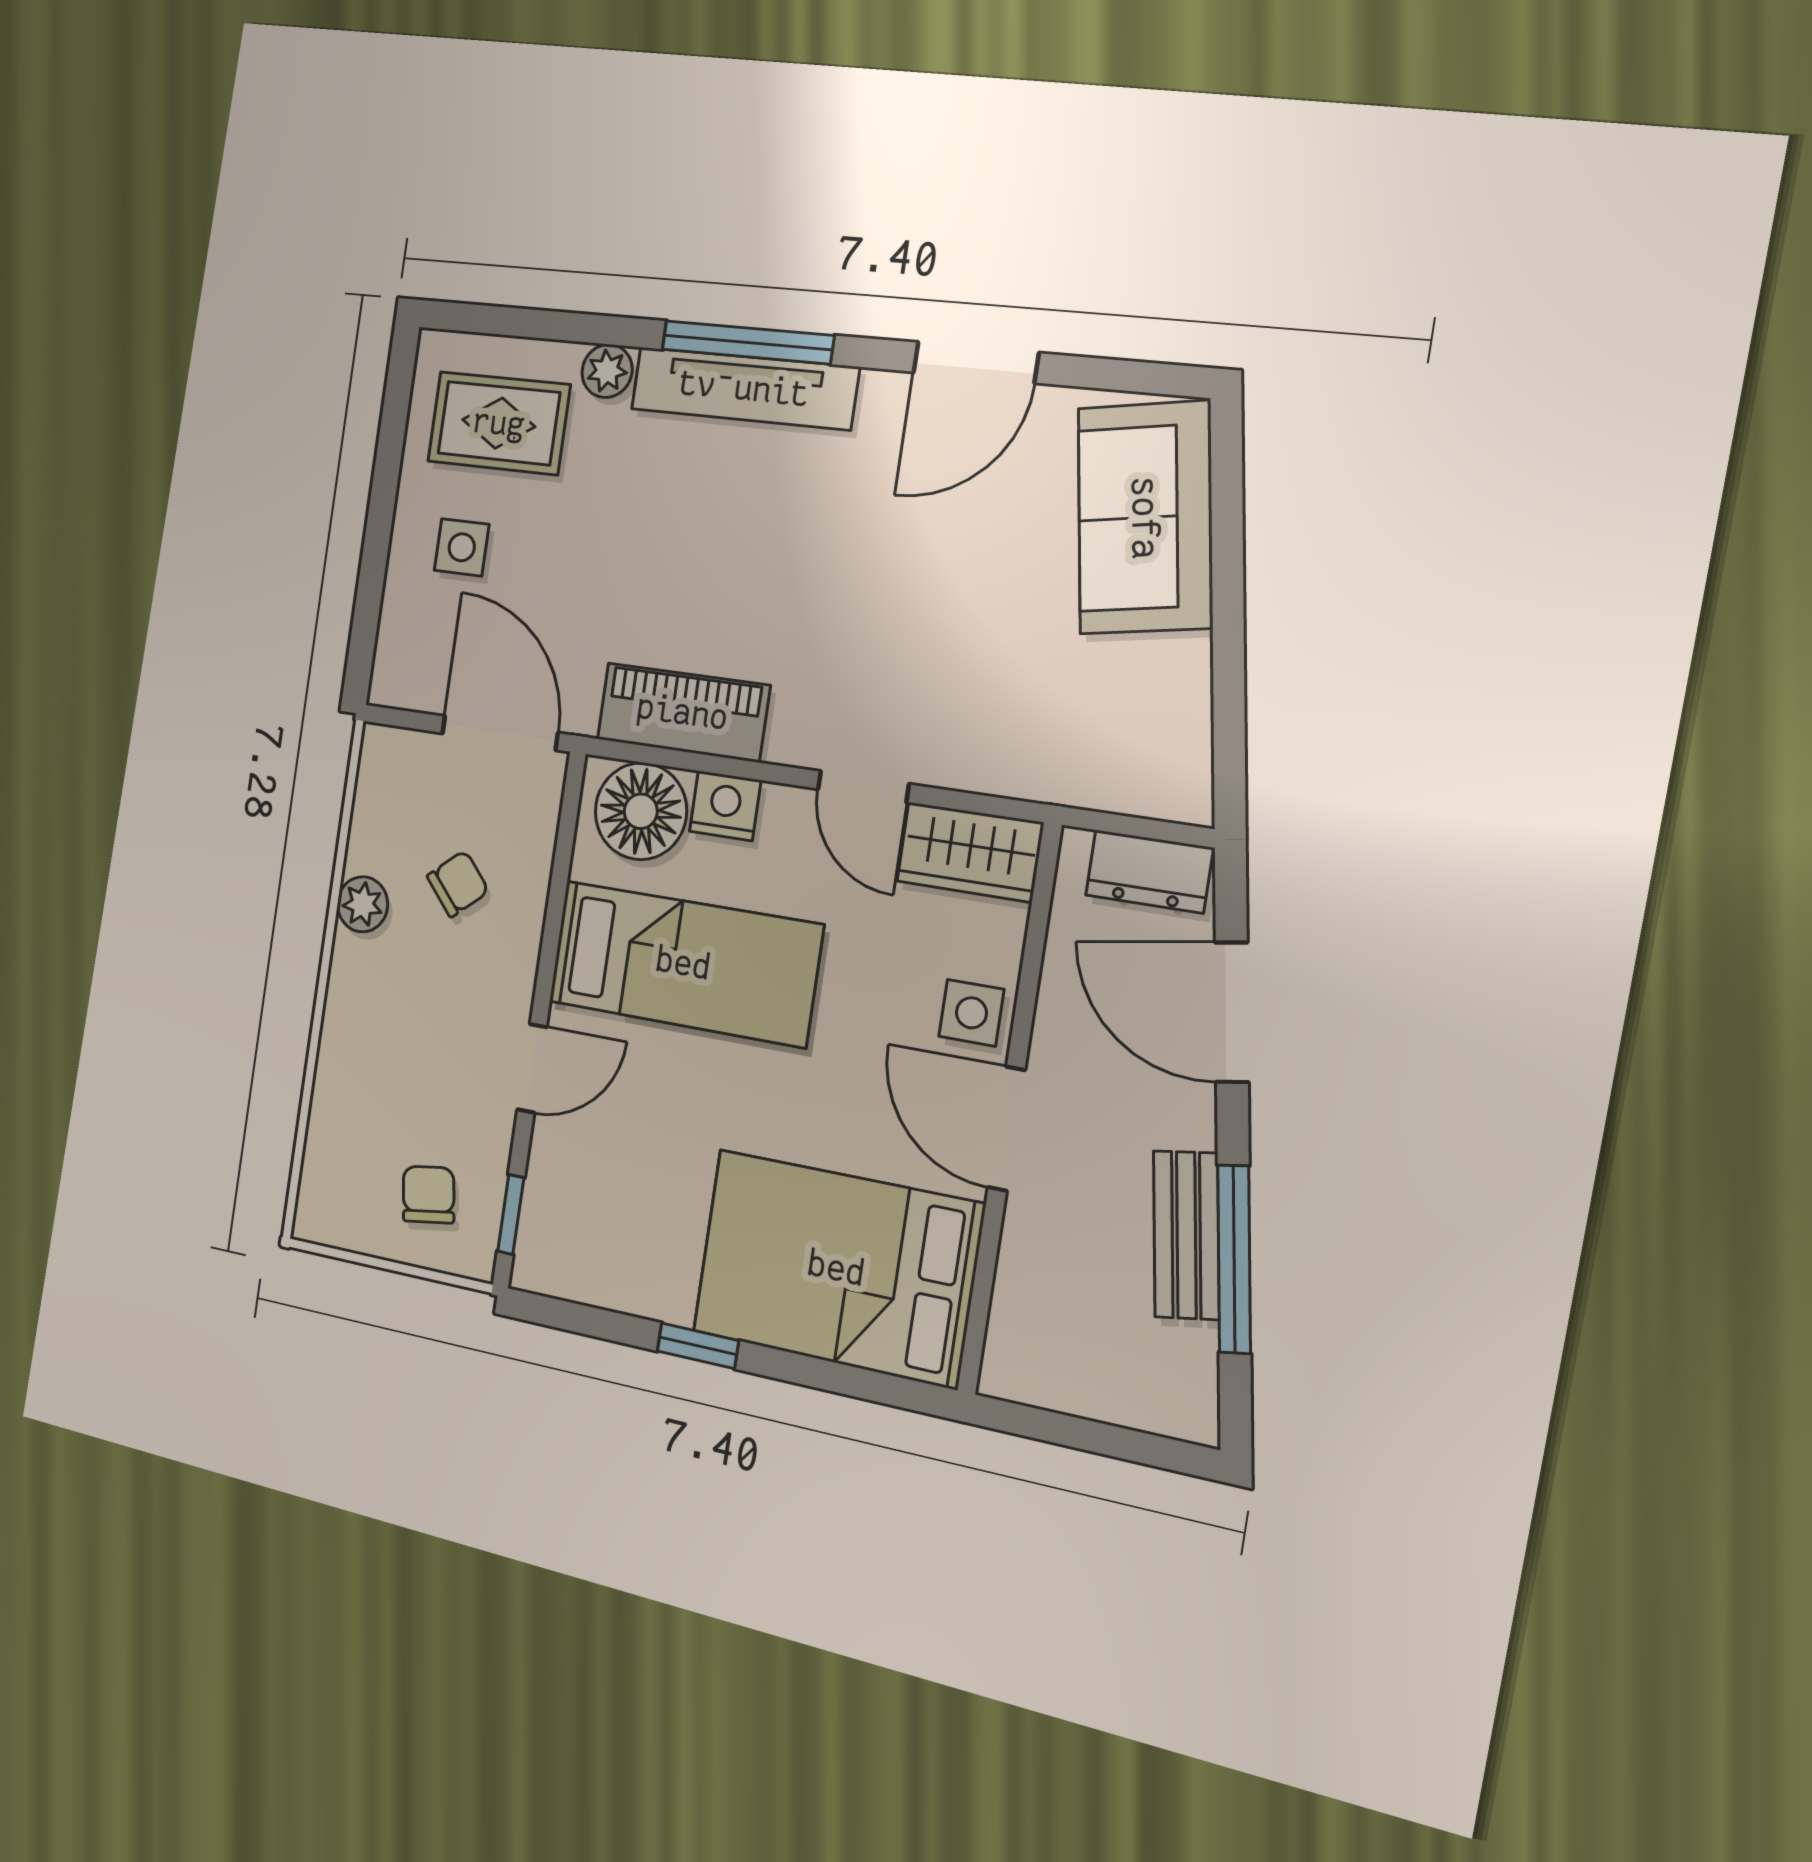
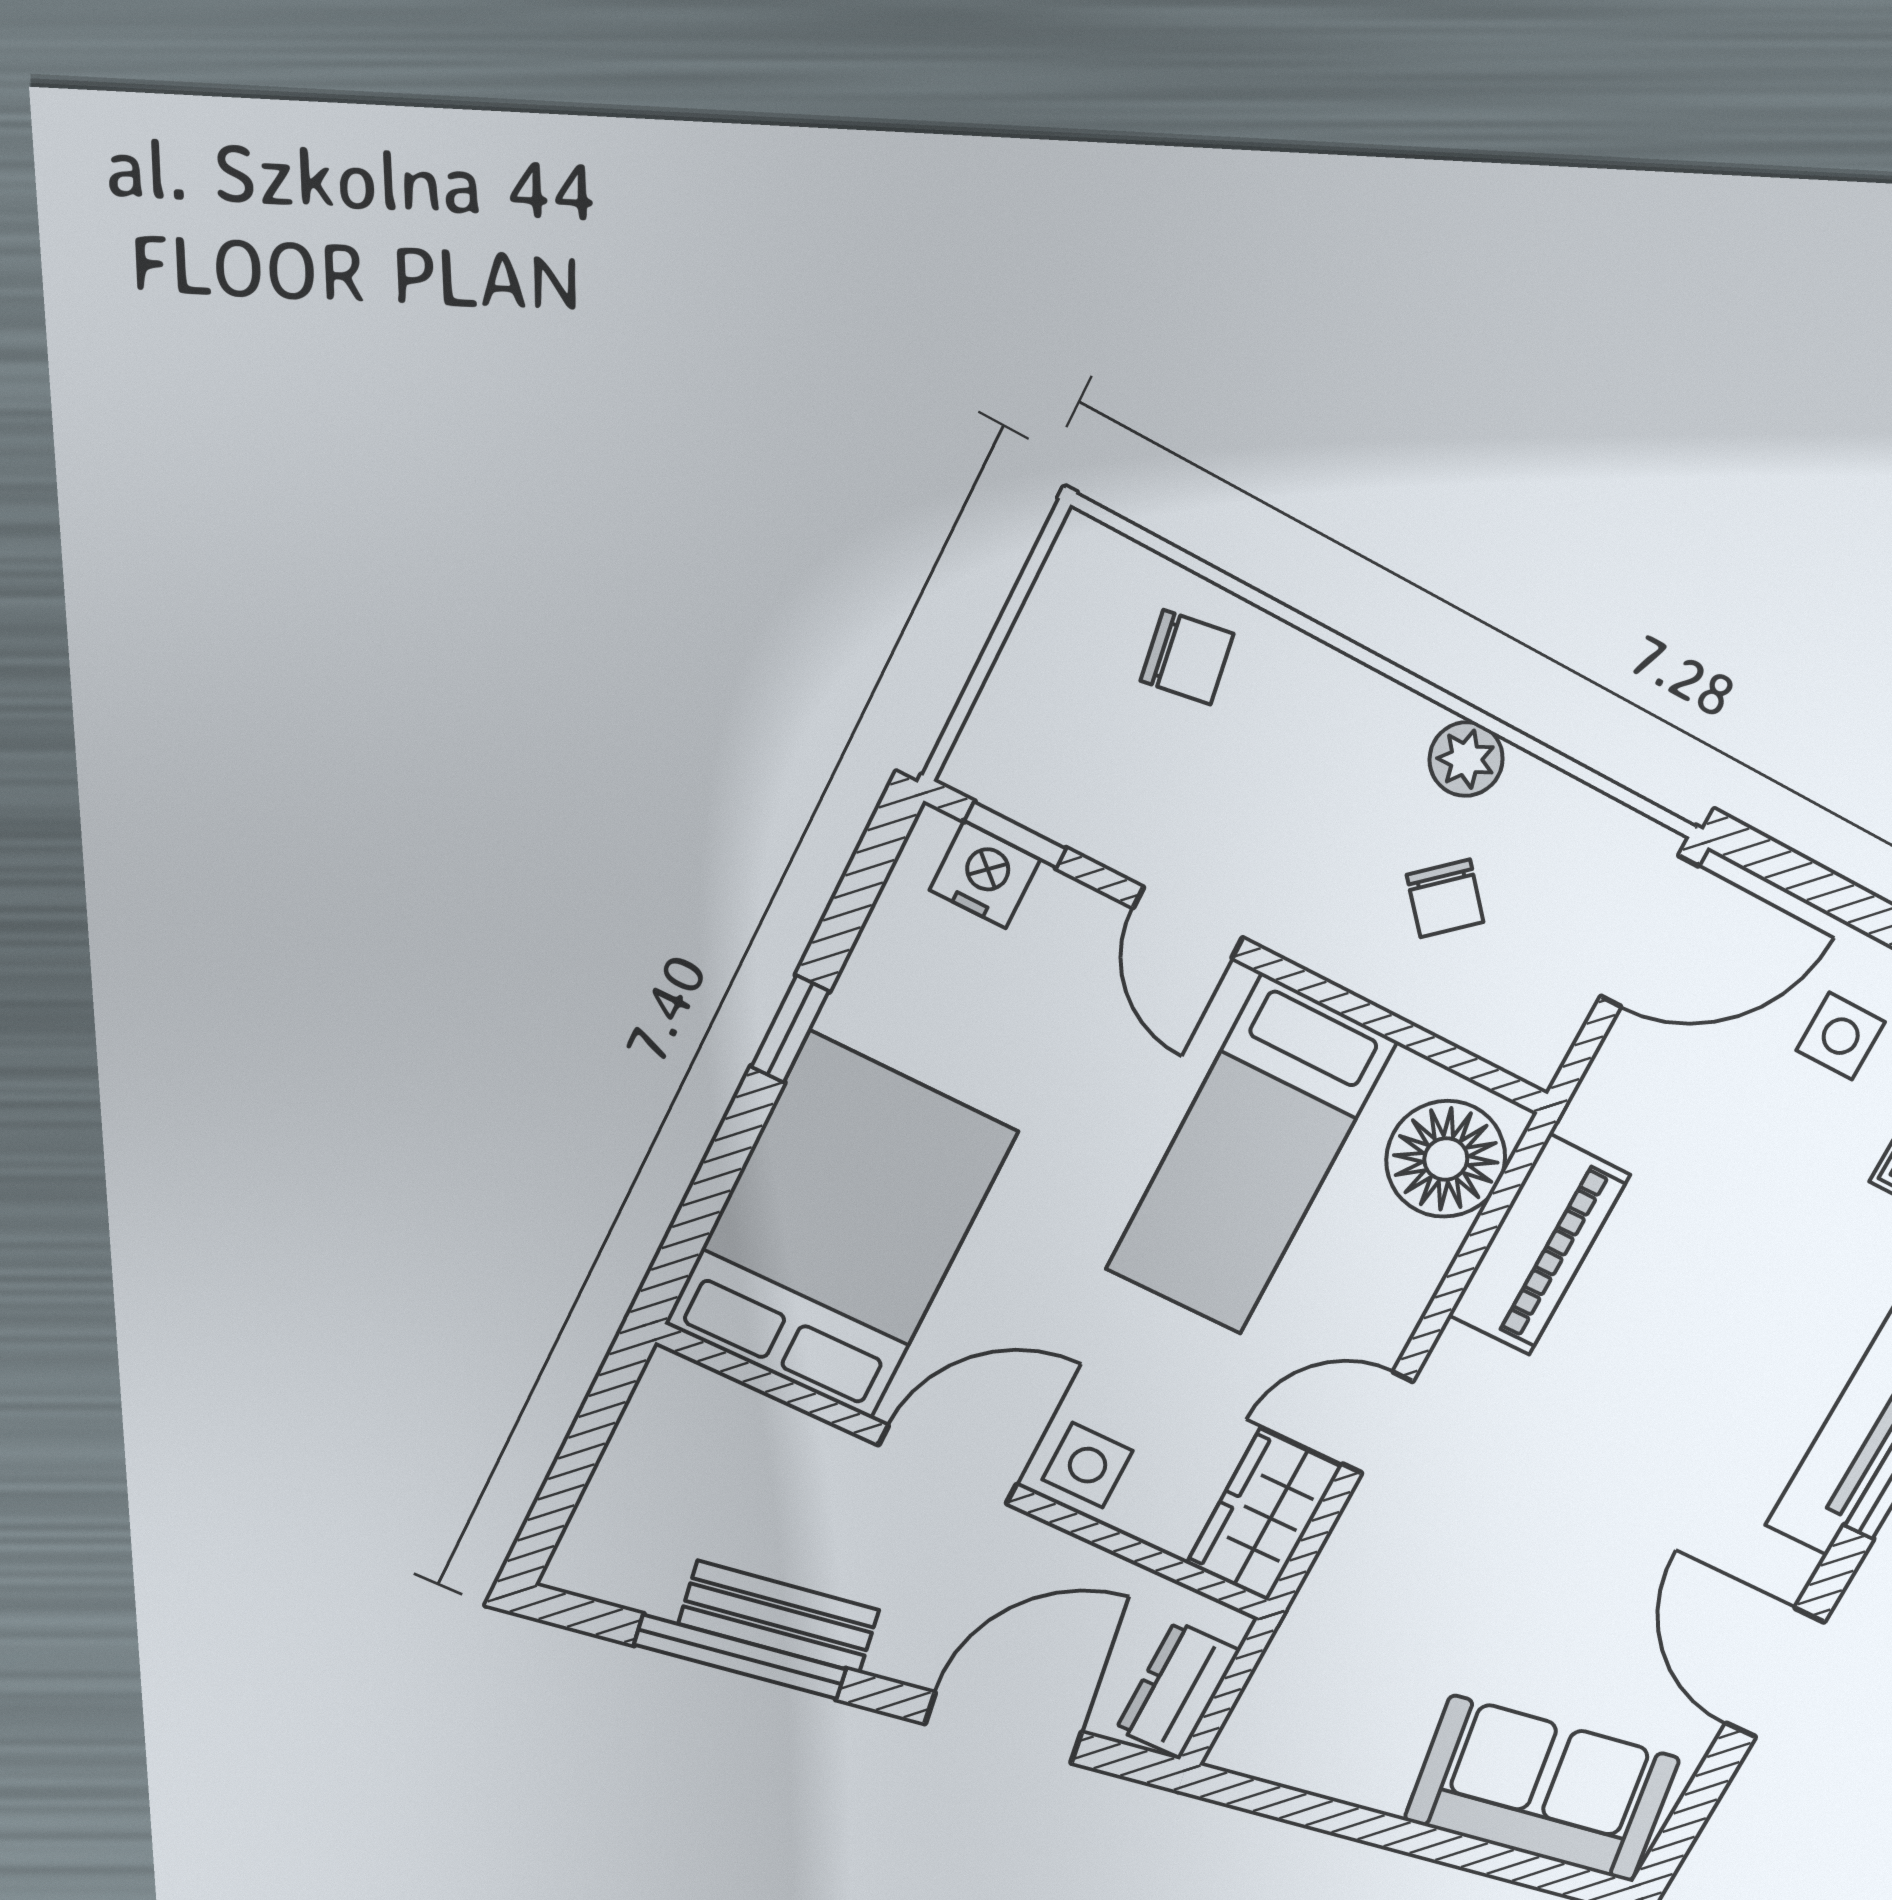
door: (500, 733) -> (1649, 931), moved
nightstand: (725, 806) -> (985, 875), moved, turned -90
chair: (429, 1195) -> (1187, 657), moved

